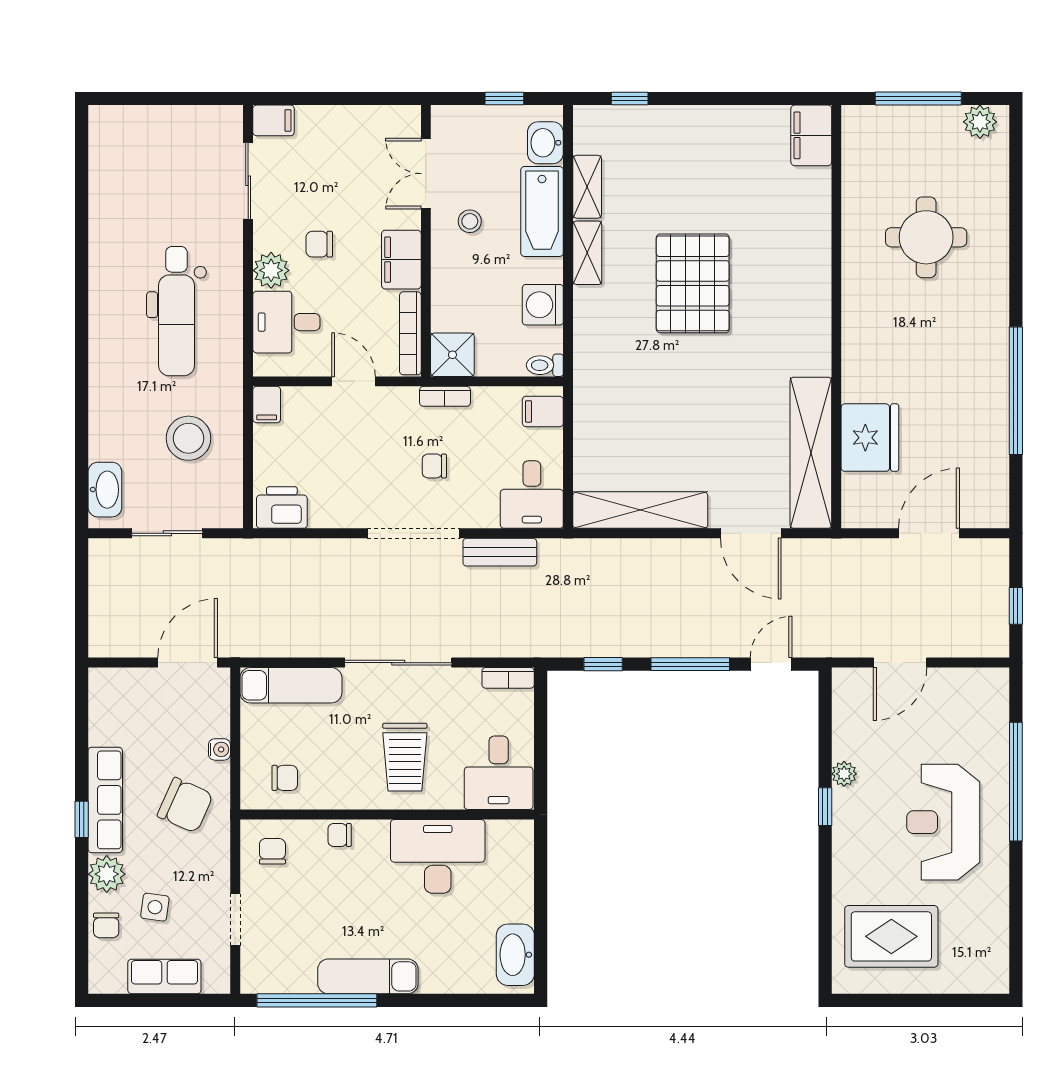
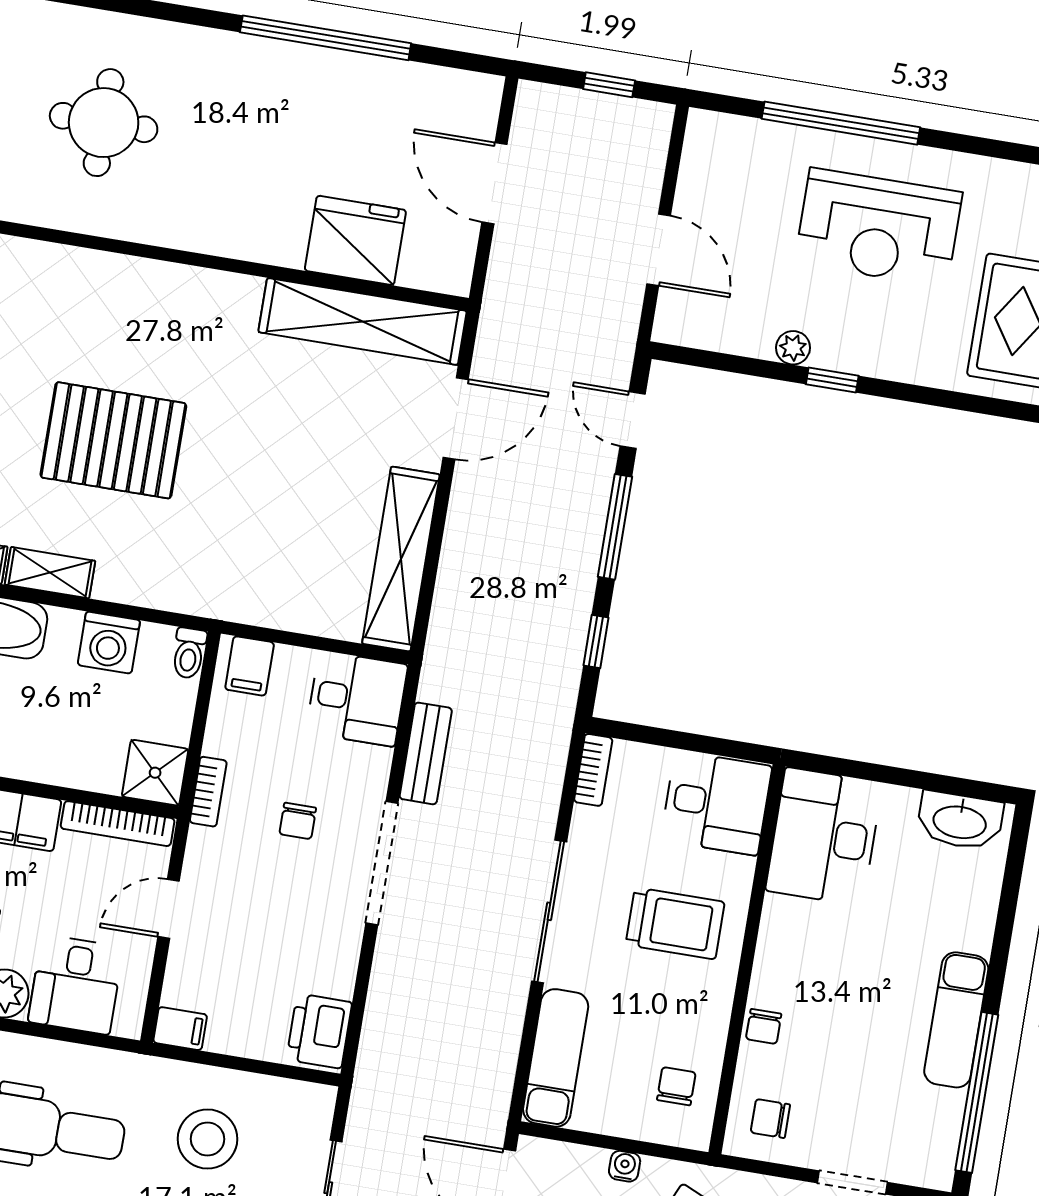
desk: (438, 856) -> (824, 837), moved

